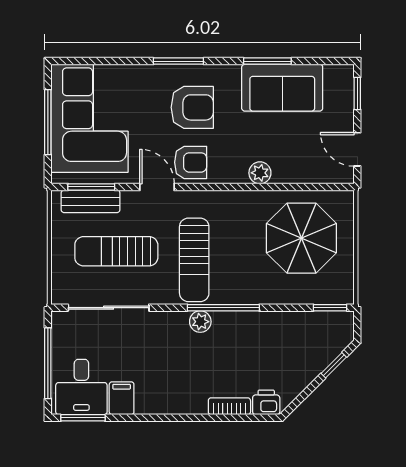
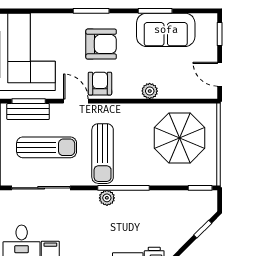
armchair: (191, 162) -> (100, 84), turned -90
sun lounger: (116, 251) -> (47, 147), turned 180

